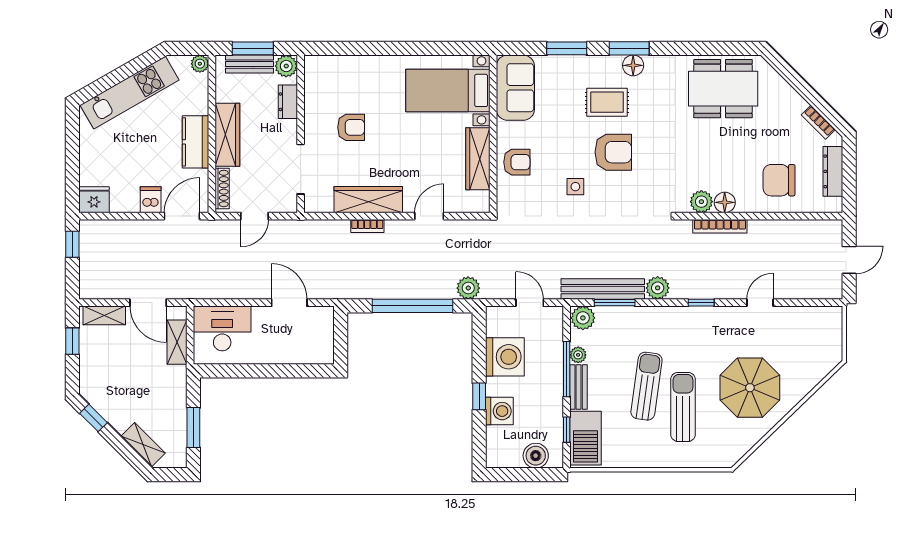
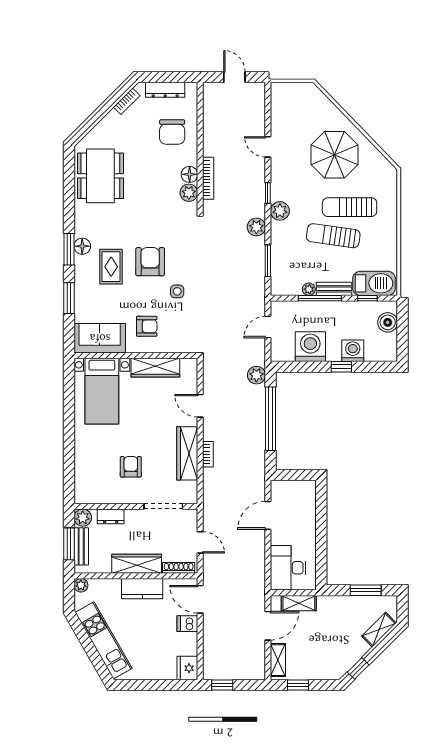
armchair: (517, 162) -> (147, 326), moved, turned 90
bench: (603, 289) -> (257, 270), removed
plant: (583, 318) -> (280, 211), moved

